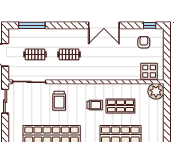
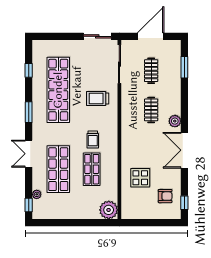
window: (32, 25) -> (184, 67), width x0.69
plant: (79, 34) -> (175, 121), added
display table: (149, 71) -> (140, 178), moved

